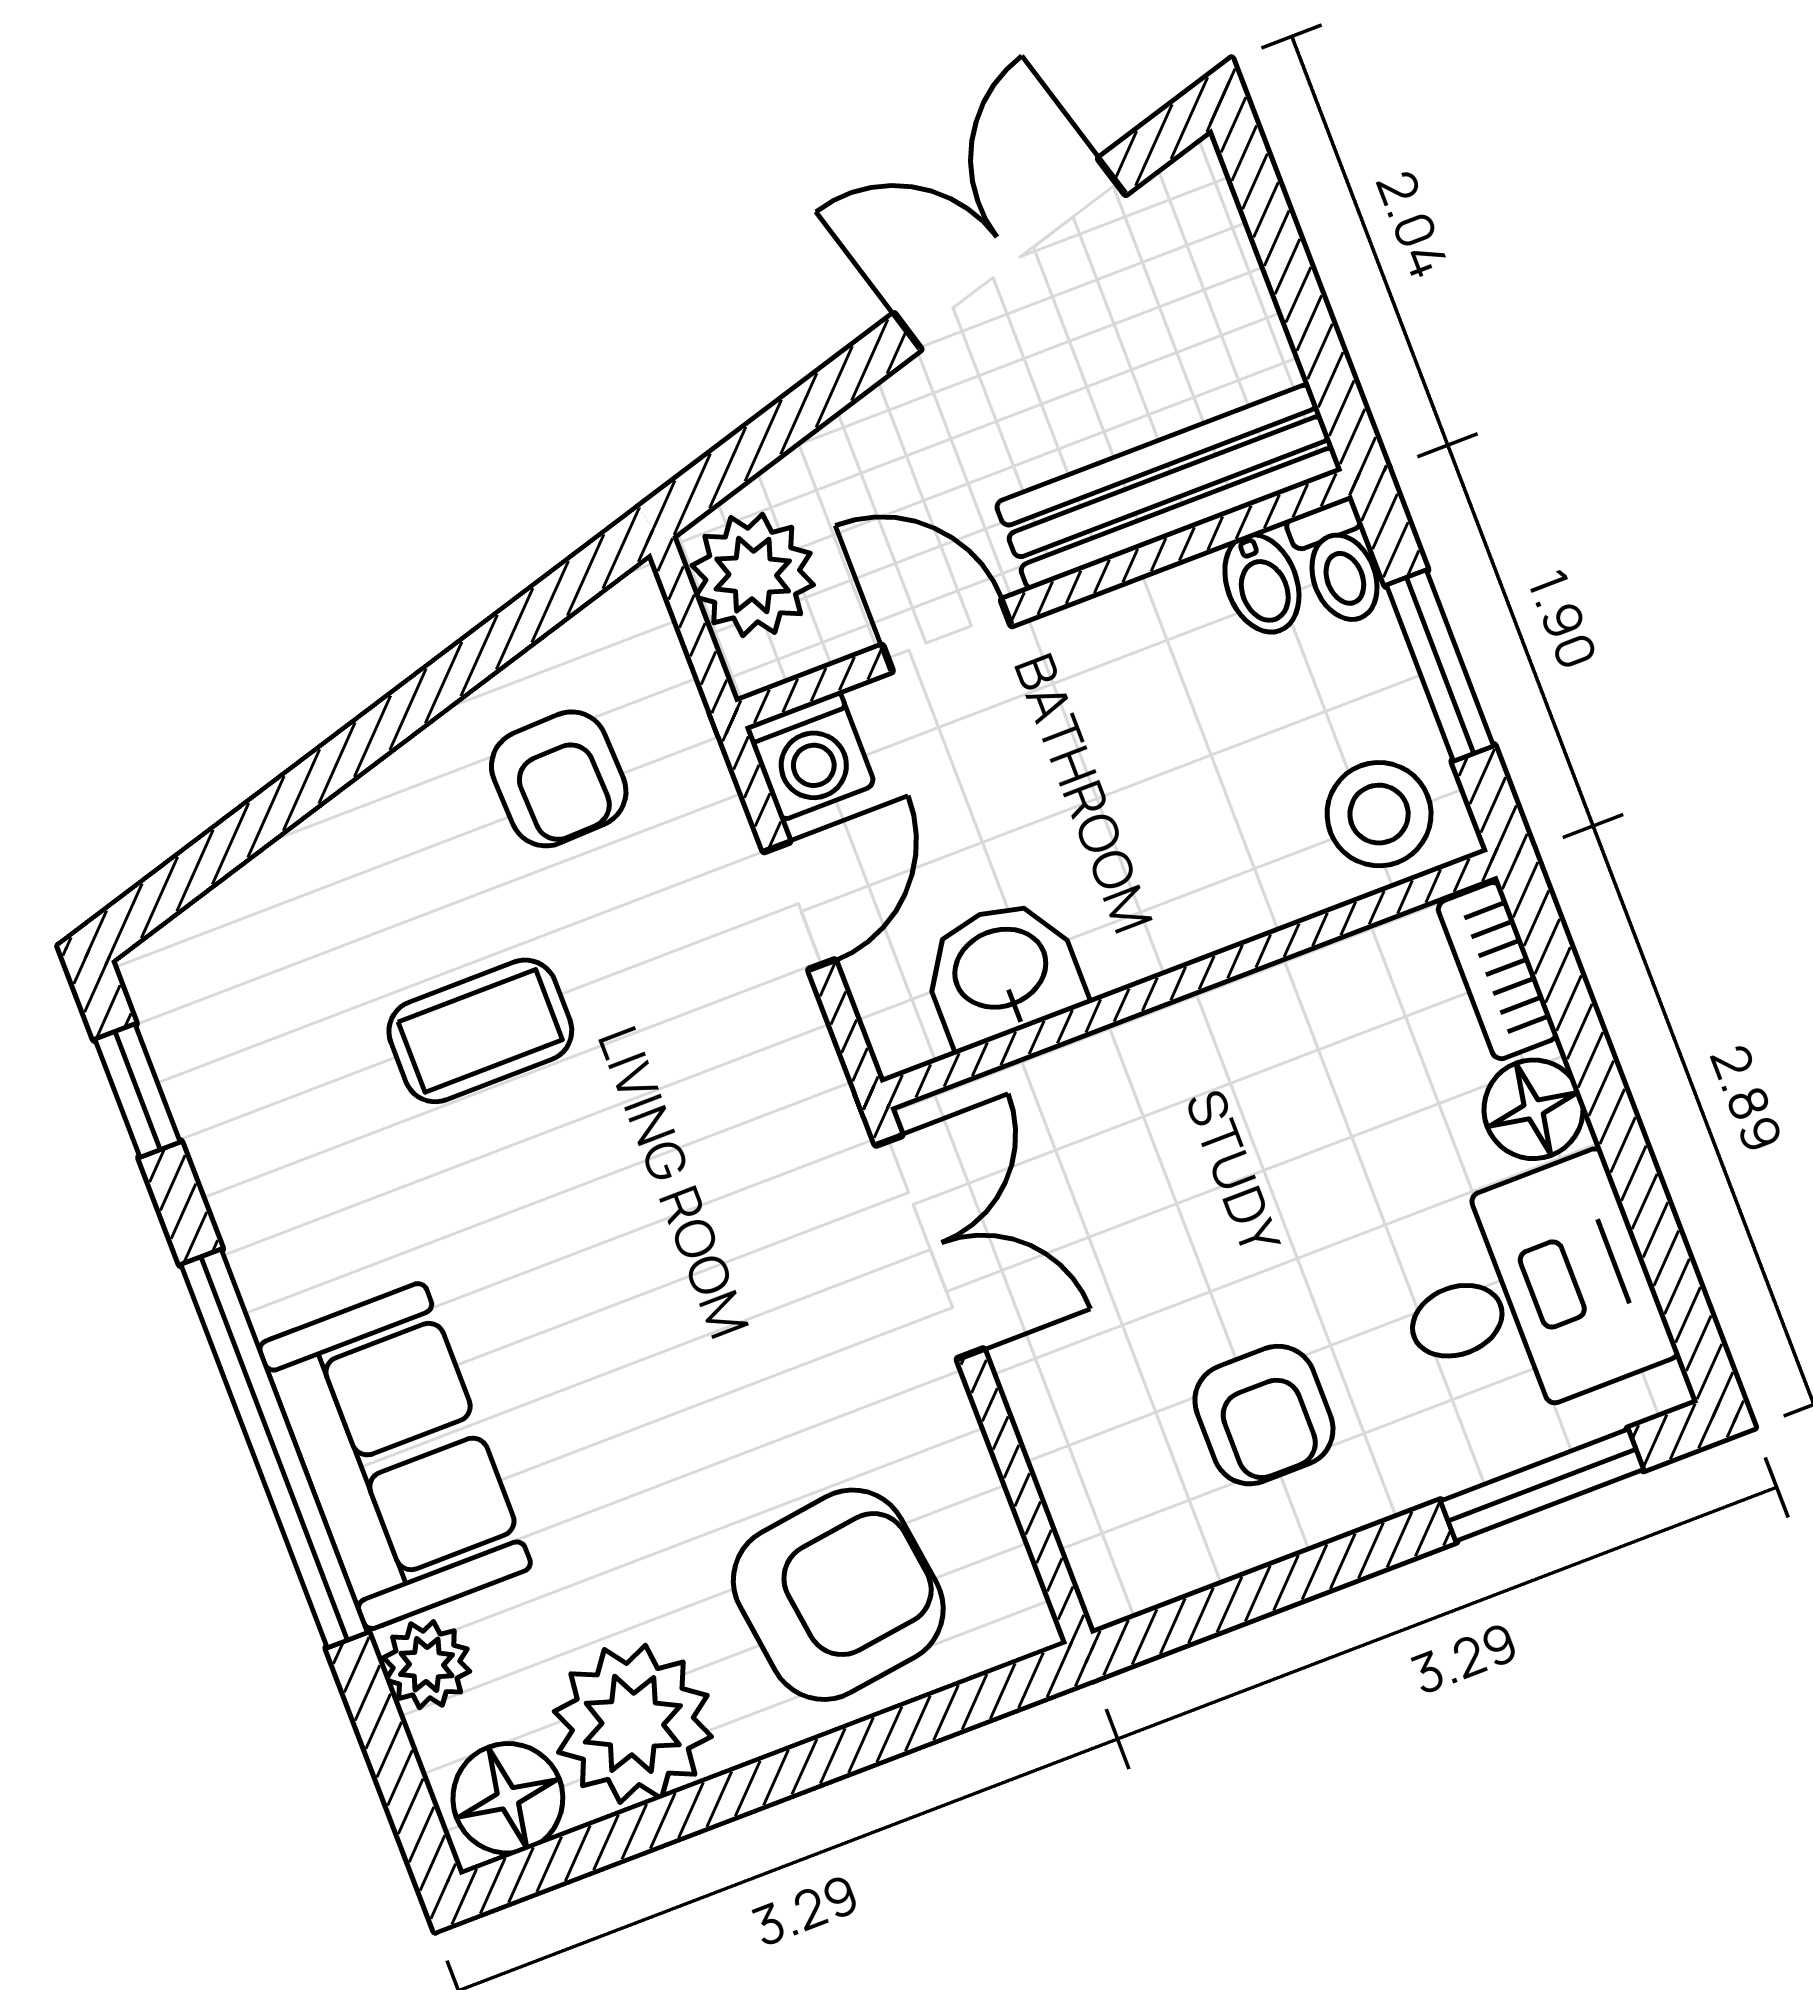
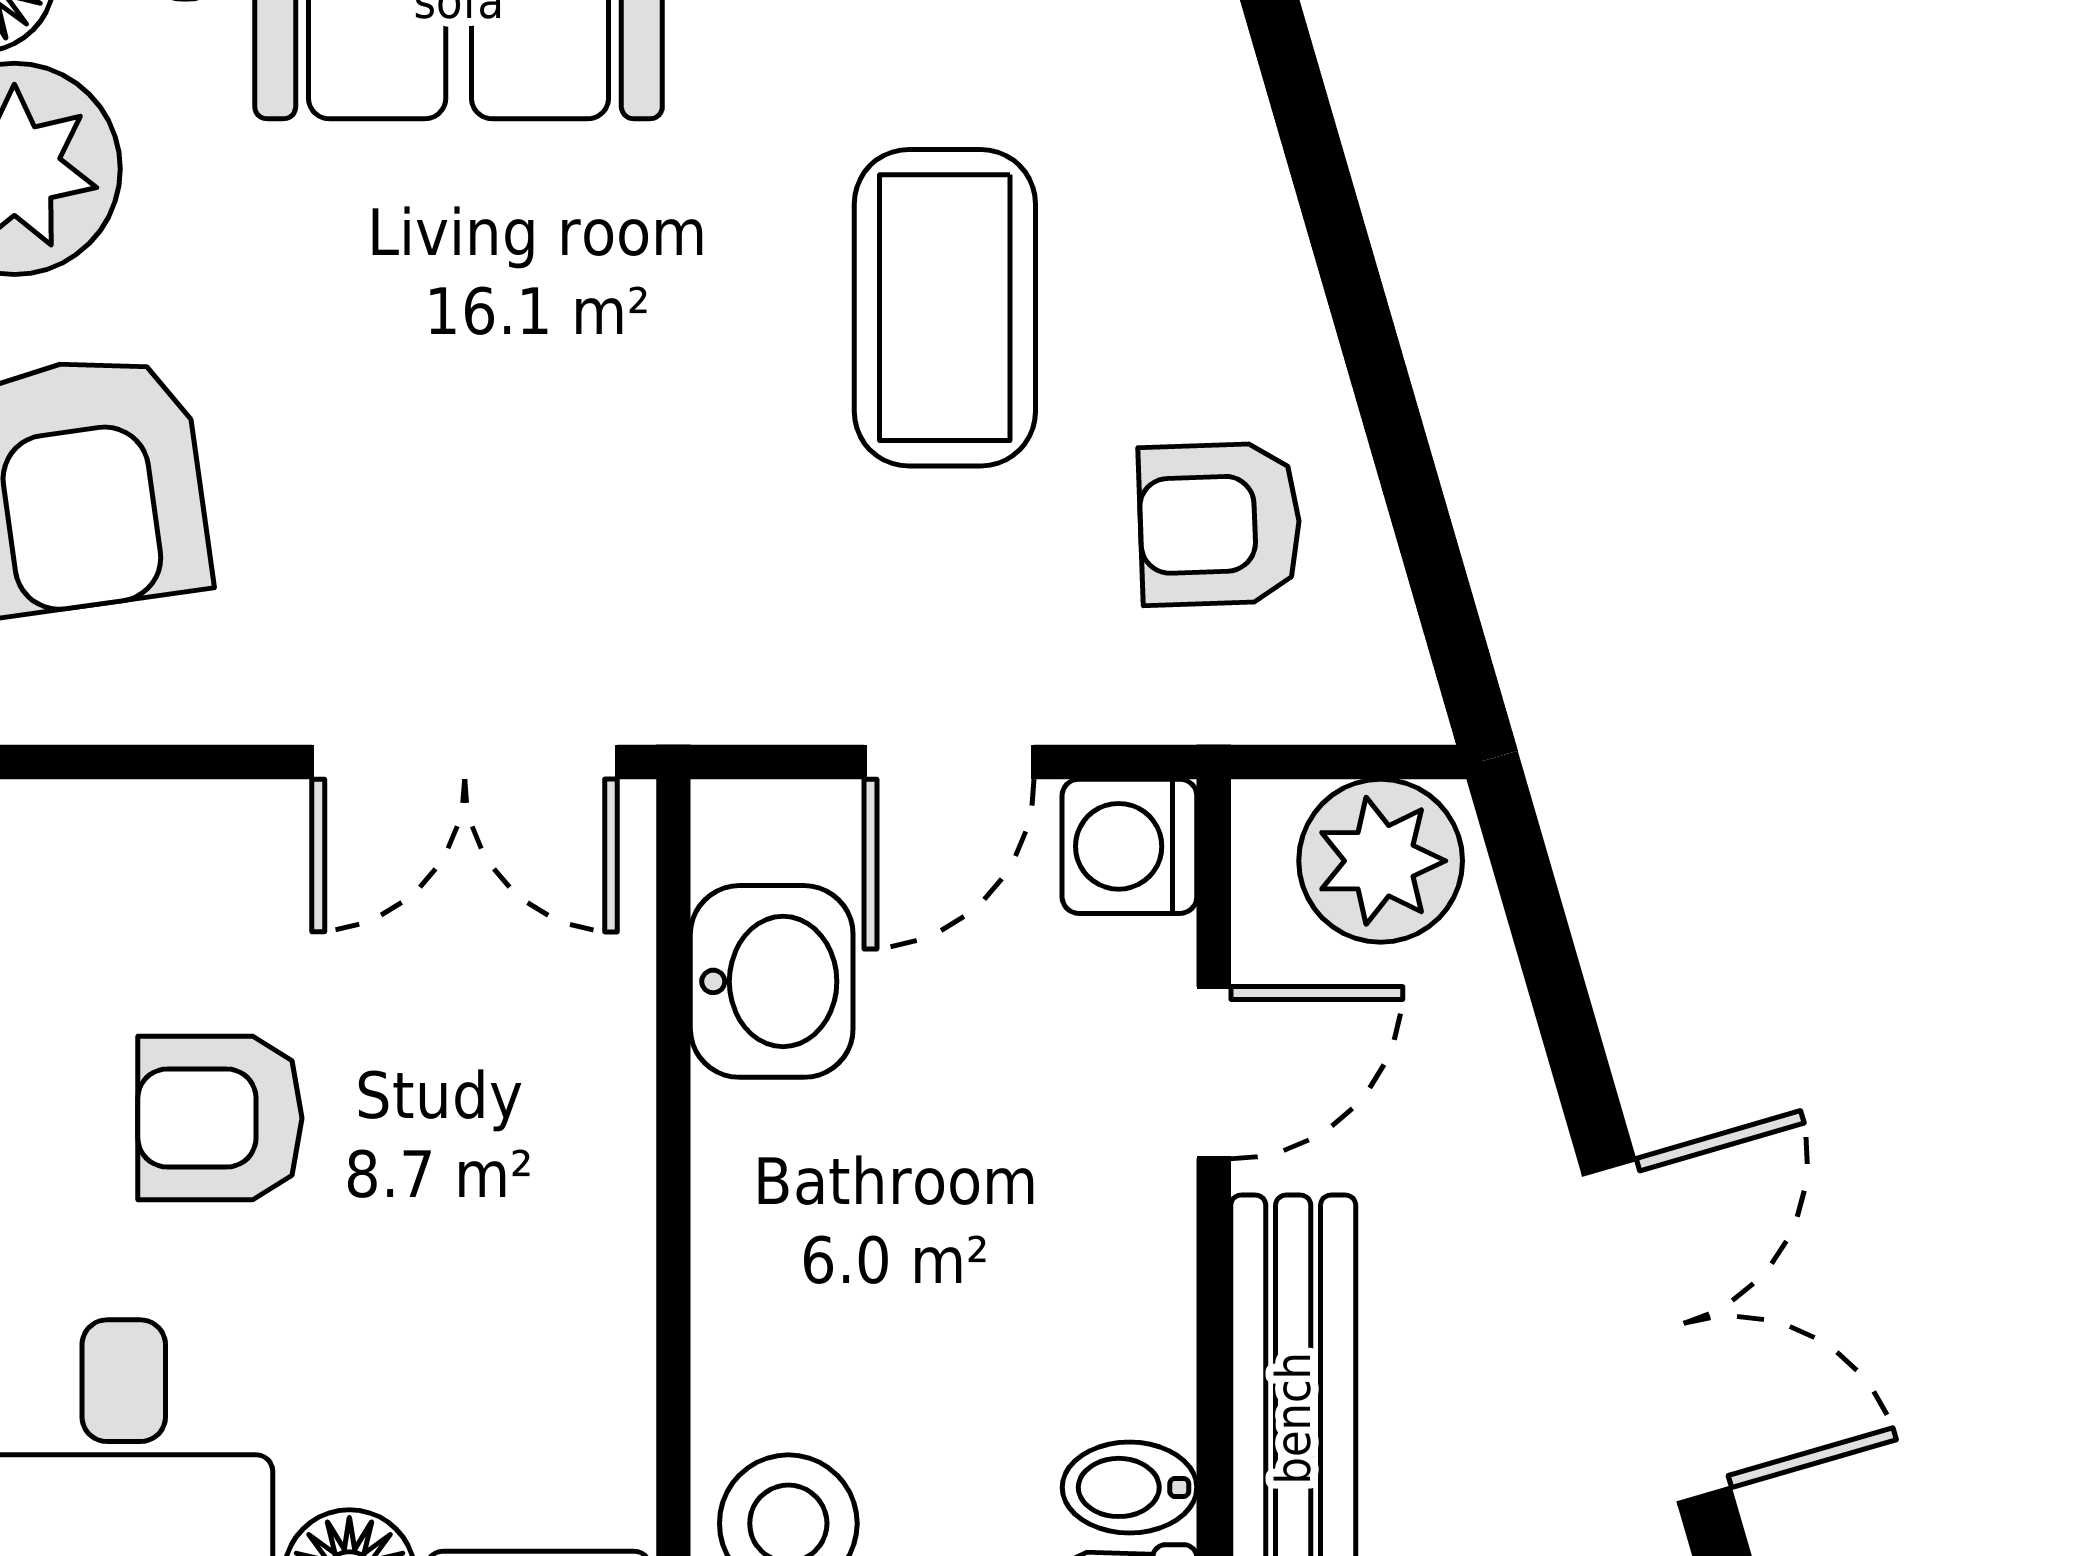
door: (799, 906) -> (949, 762), hinge flipped
coffee table: (480, 1031) -> (945, 308), width x1.36, depth x1.30
armchair: (1264, 1415) -> (220, 1118), moved

